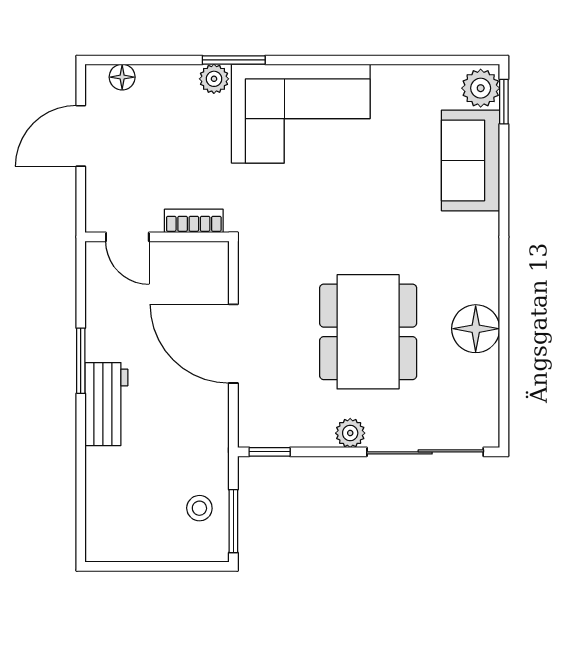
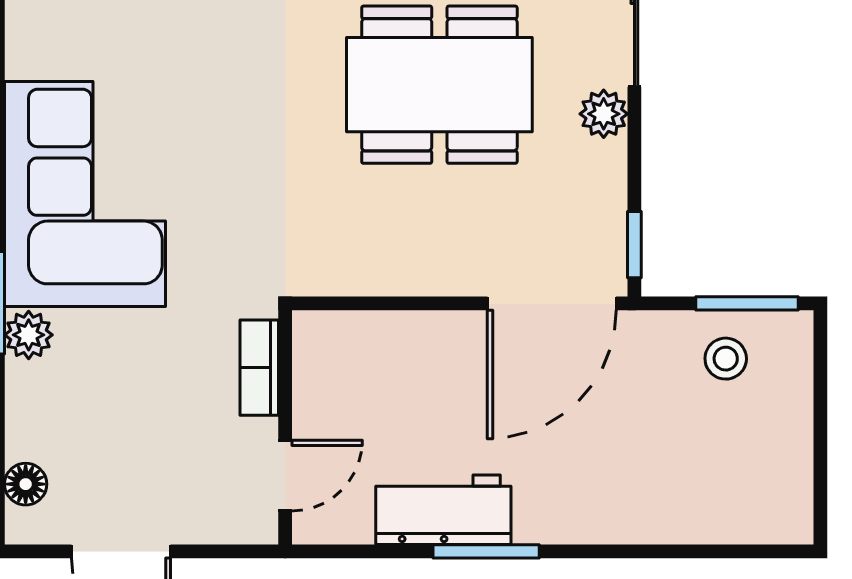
door: (233, 344) -> (552, 303), moved
workbench: (106, 404) -> (443, 510), moved

